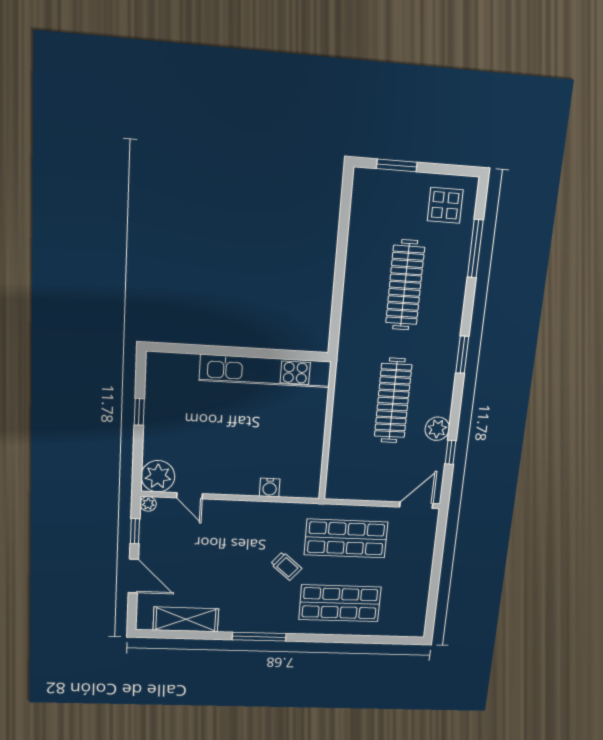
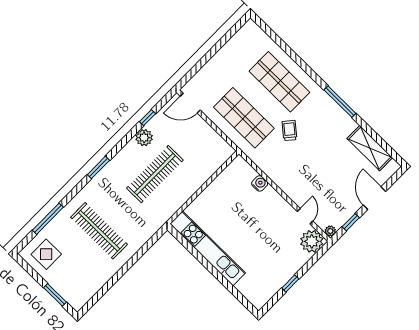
clothes rail: (405, 285) -> (99, 231), turned 90

